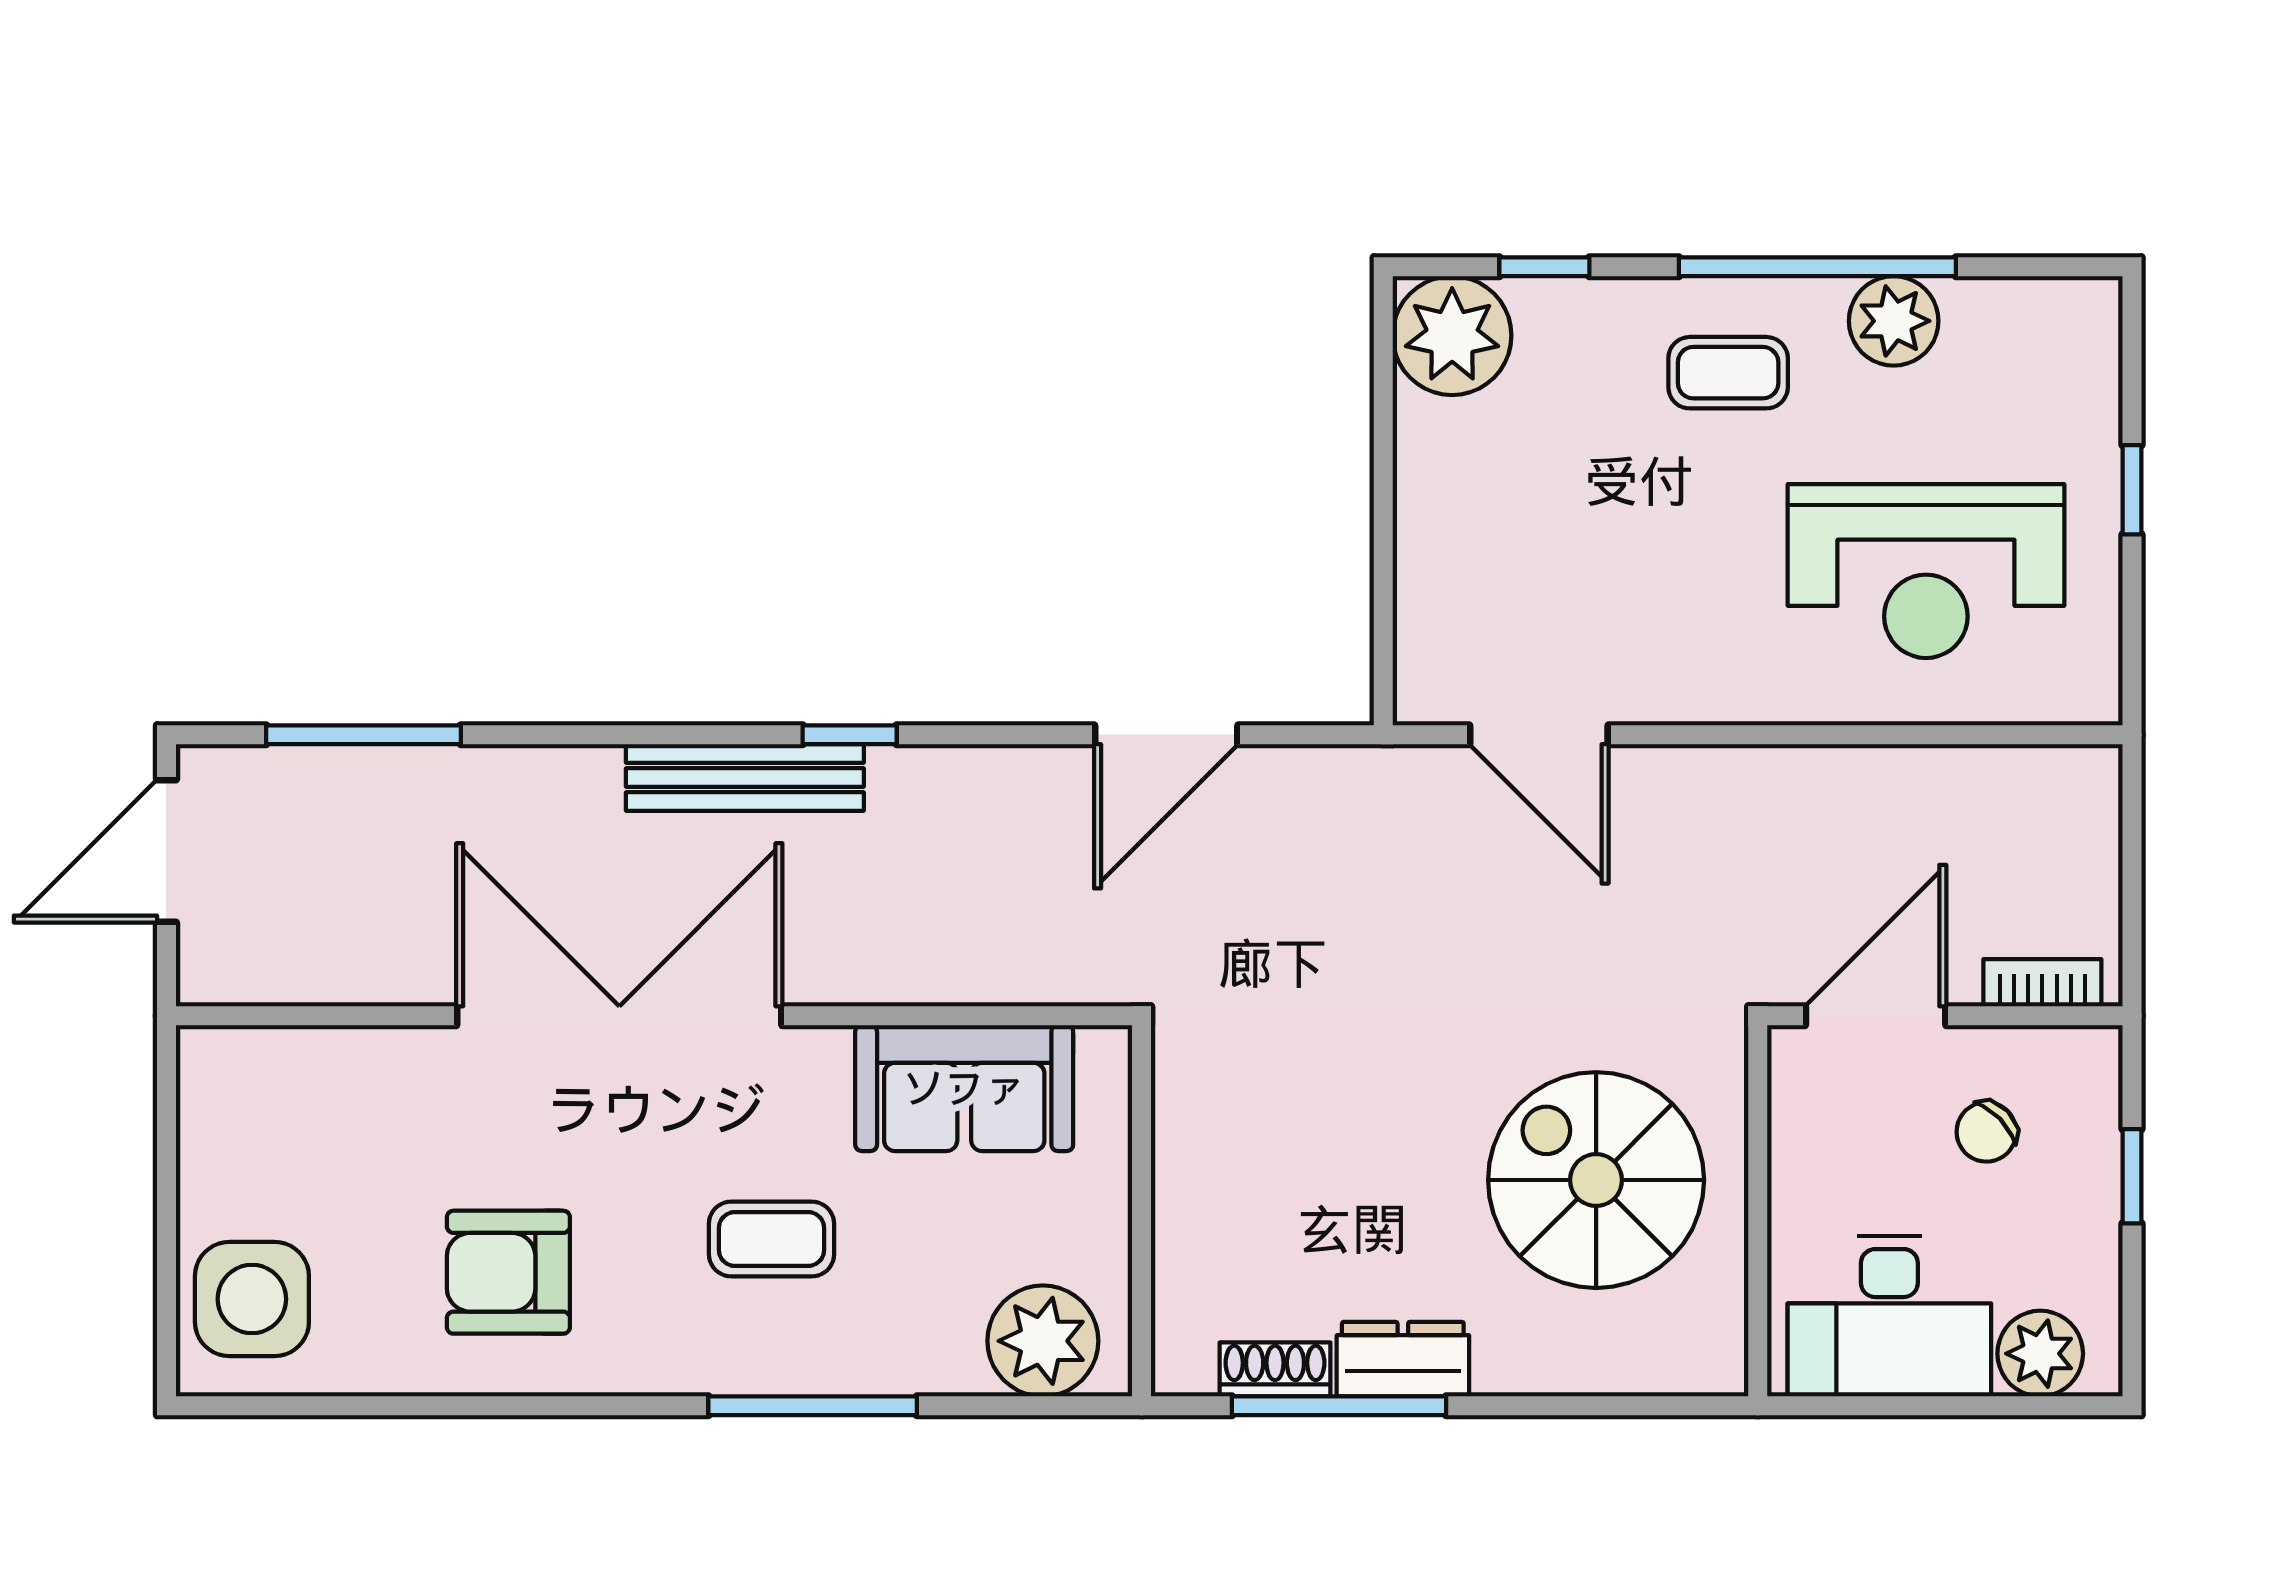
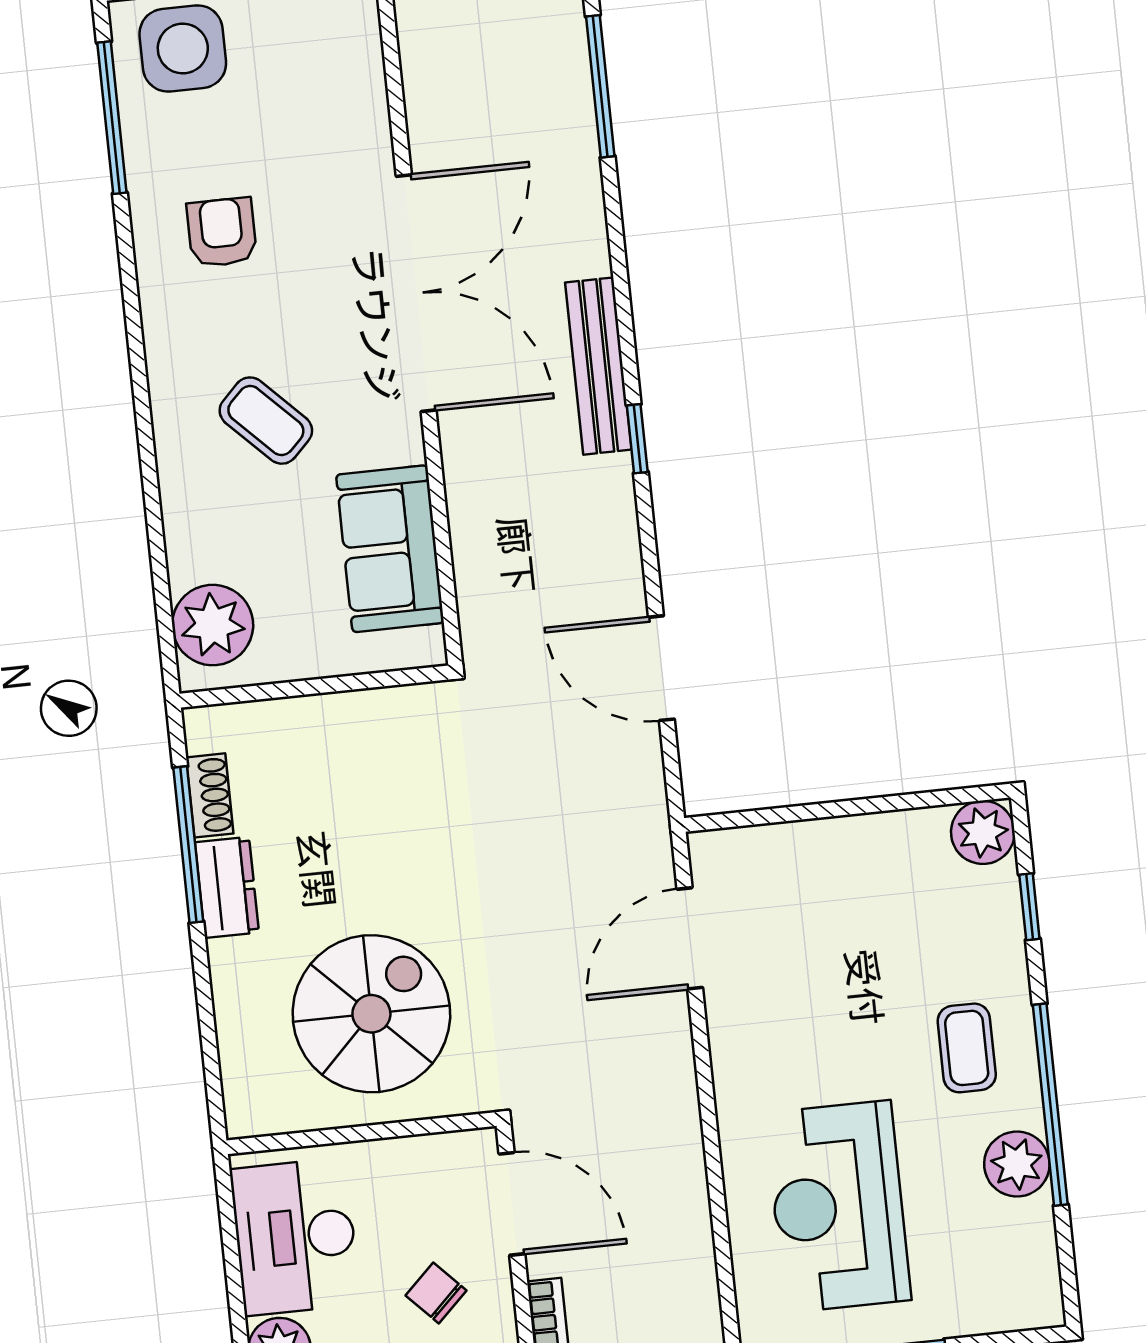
plant: (1452, 336) -> (983, 832), width x0.73, depth x0.73
coffee table: (771, 1239) -> (266, 421), turned -45
armchair: (508, 1272) -> (222, 232), width x0.72, depth x0.72
window: (813, 1406) -> (112, 118), moved

